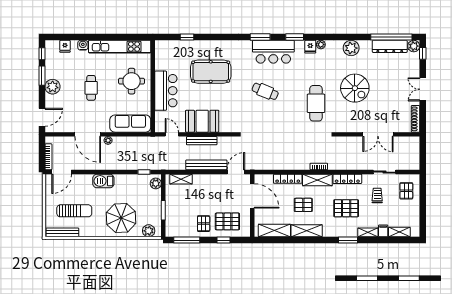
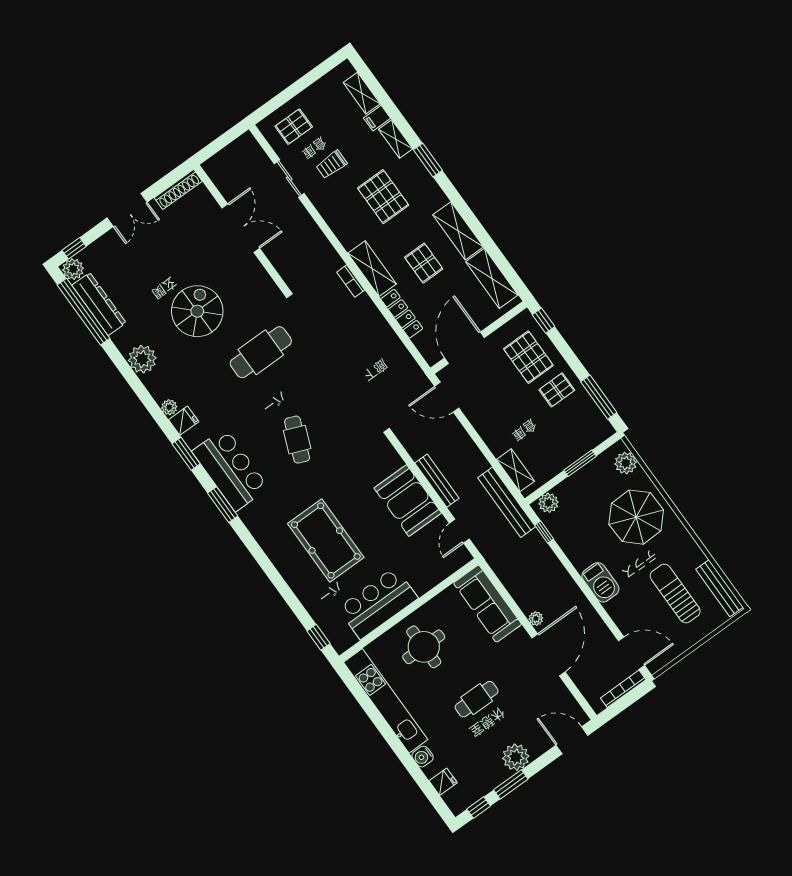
window: (187, 37) -> (318, 637), moved
bar counter: (166, 91) -> (378, 603), moved
bench: (206, 165) -> (507, 502), moved
locker: (347, 179) -> (339, 226), removed
window: (224, 240) -> (544, 321), moved

